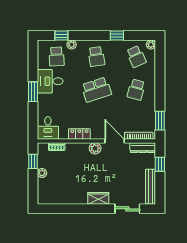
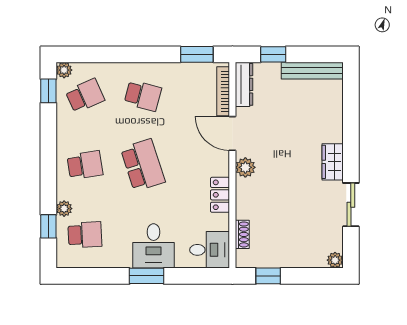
window: (117, 36) -> (48, 91), moved
desk: (50, 81) -> (154, 246), moved
door: (115, 141) -> (232, 133), hinge flipped
plant: (42, 173) -> (335, 260), moved
sliding door: (127, 209) -> (351, 205), moved

